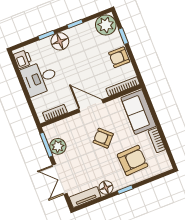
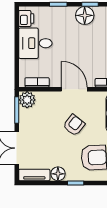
floor lamp: (60, 41) -> (85, 15), moved
armchair: (103, 138) -> (74, 125), turned 85
plant: (58, 146) -> (27, 100), moved

